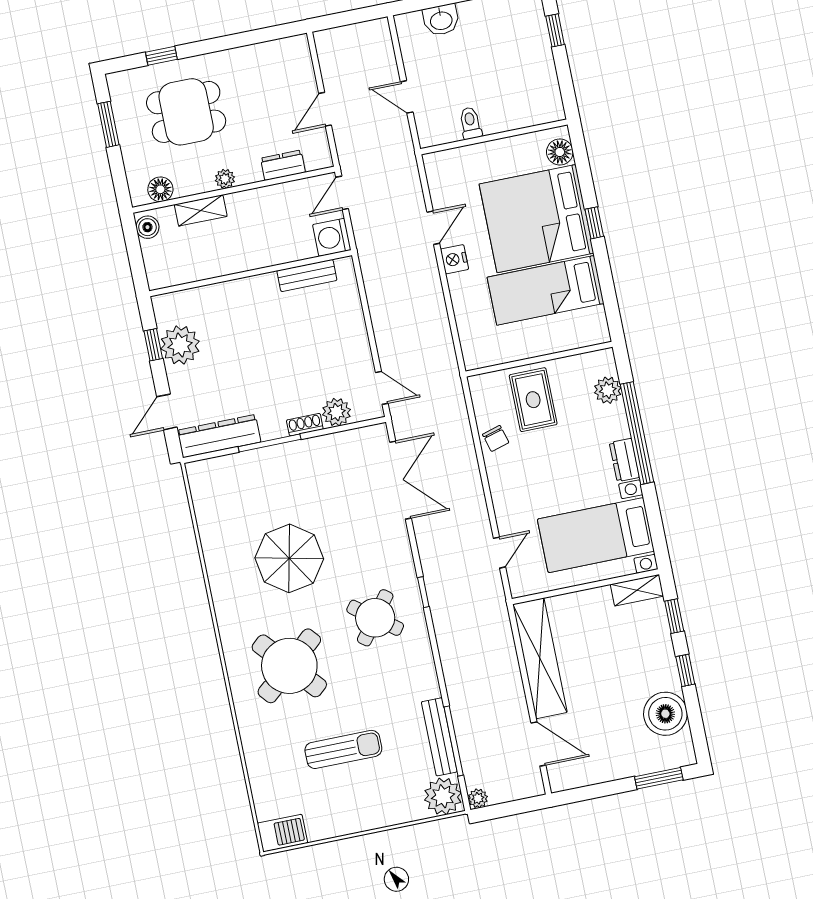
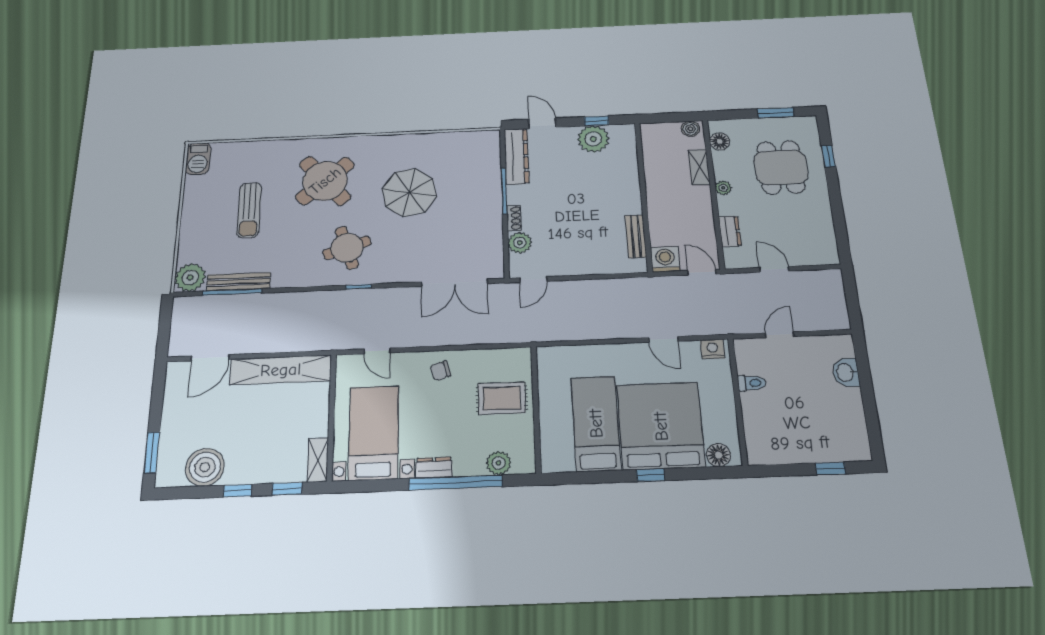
nightstand: (454, 259) -> (712, 349), moved
chair: (496, 438) -> (440, 371), moved
round table: (375, 618) -> (347, 248), turned 35
plant: (478, 798) -> (180, 304), removed

